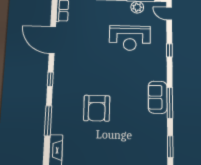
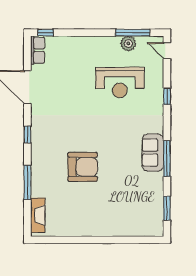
armchair: (97, 108) -> (83, 167), turned -90

